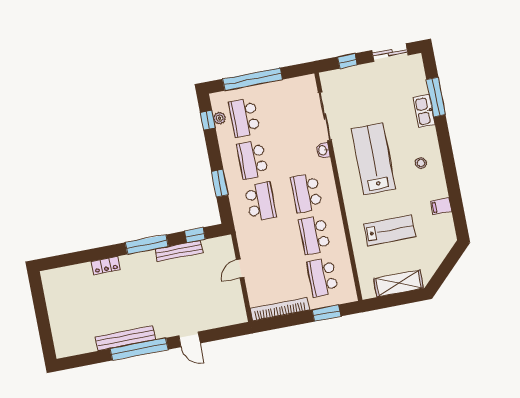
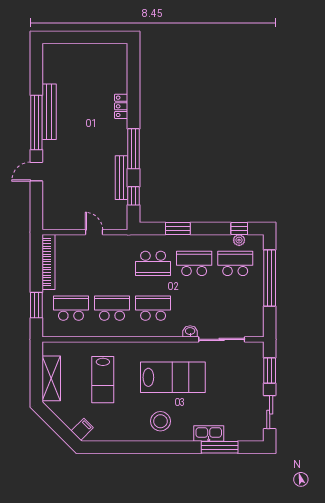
window: (347, 61) -> (270, 370), width x1.50
stool: (421, 163) -> (160, 421), width x1.89, depth x1.89
filing cabinet: (441, 206) -> (82, 429), moved, turned 45

